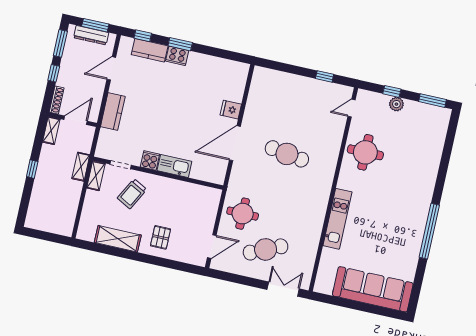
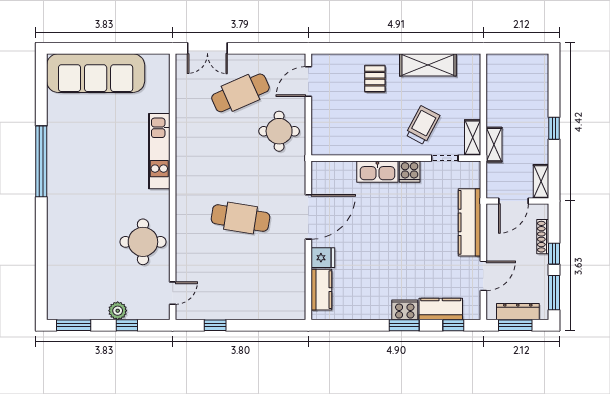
kitchen counter: (237, 85) -> (321, 290), added
shoe rack: (57, 100) -> (543, 237), moved
kitchen counter: (113, 112) -> (470, 222), width x1.50

